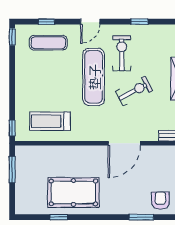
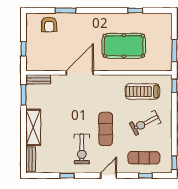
exercise mat: (94, 77) -> (106, 129), width x0.73, depth x0.69
exercise bike: (134, 91) -> (145, 123), moved
treadmill: (50, 121) -> (142, 92), turned 180
pool table: (73, 192) -> (124, 46), moved

